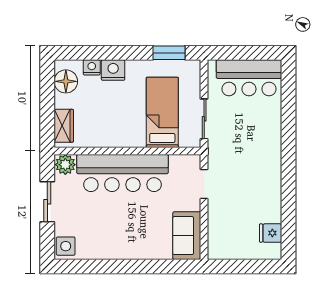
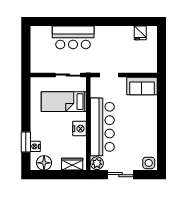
window: (169, 53) -> (26, 142), moved
nightstand: (113, 70) -> (79, 129), moved, turned 180
bar counter: (249, 78) -> (73, 37), moved, turned 90

